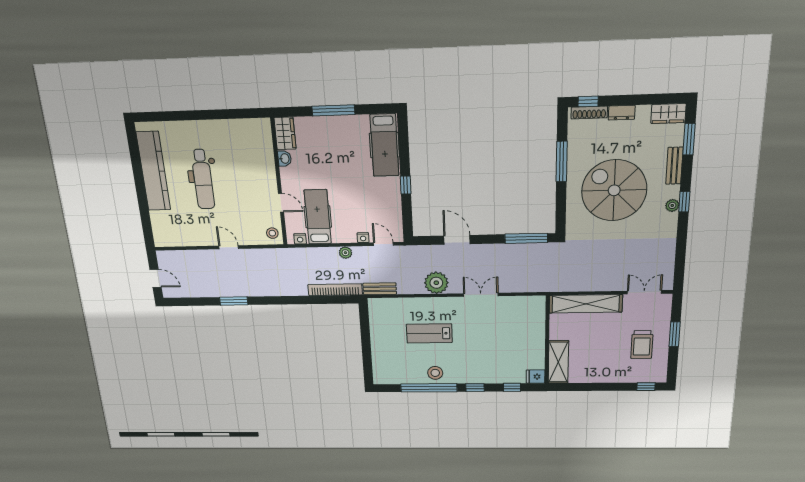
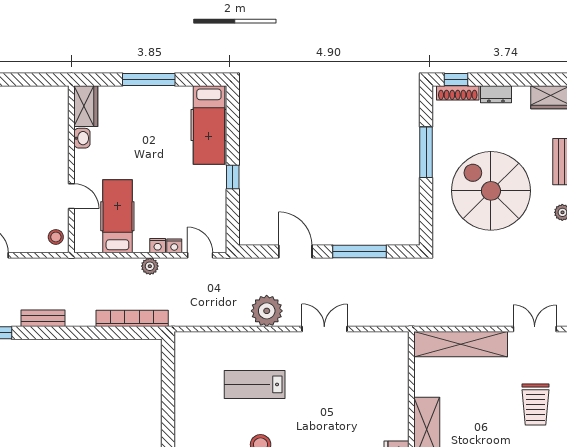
window: (526, 238) -> (360, 252), moved
nightstand: (300, 239) -> (158, 246), moved
bench: (380, 289) -> (43, 318), moved

